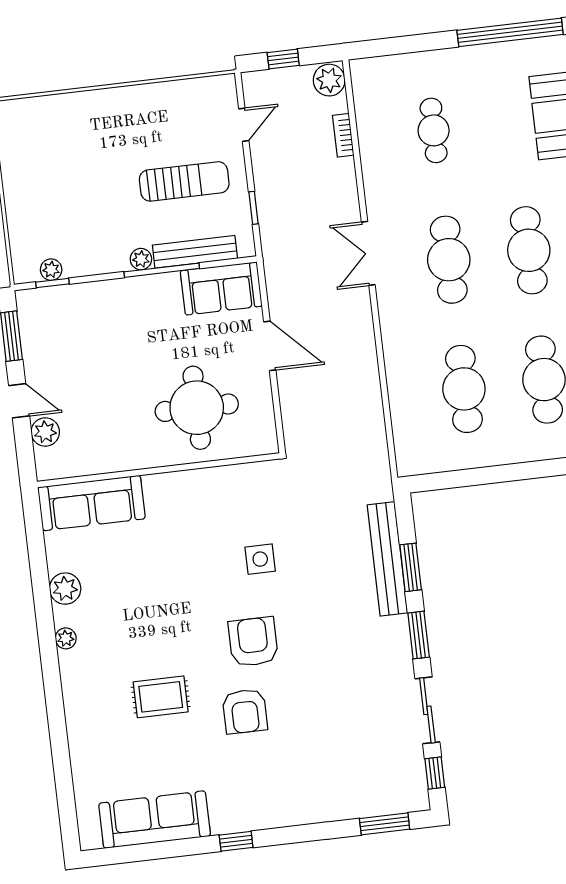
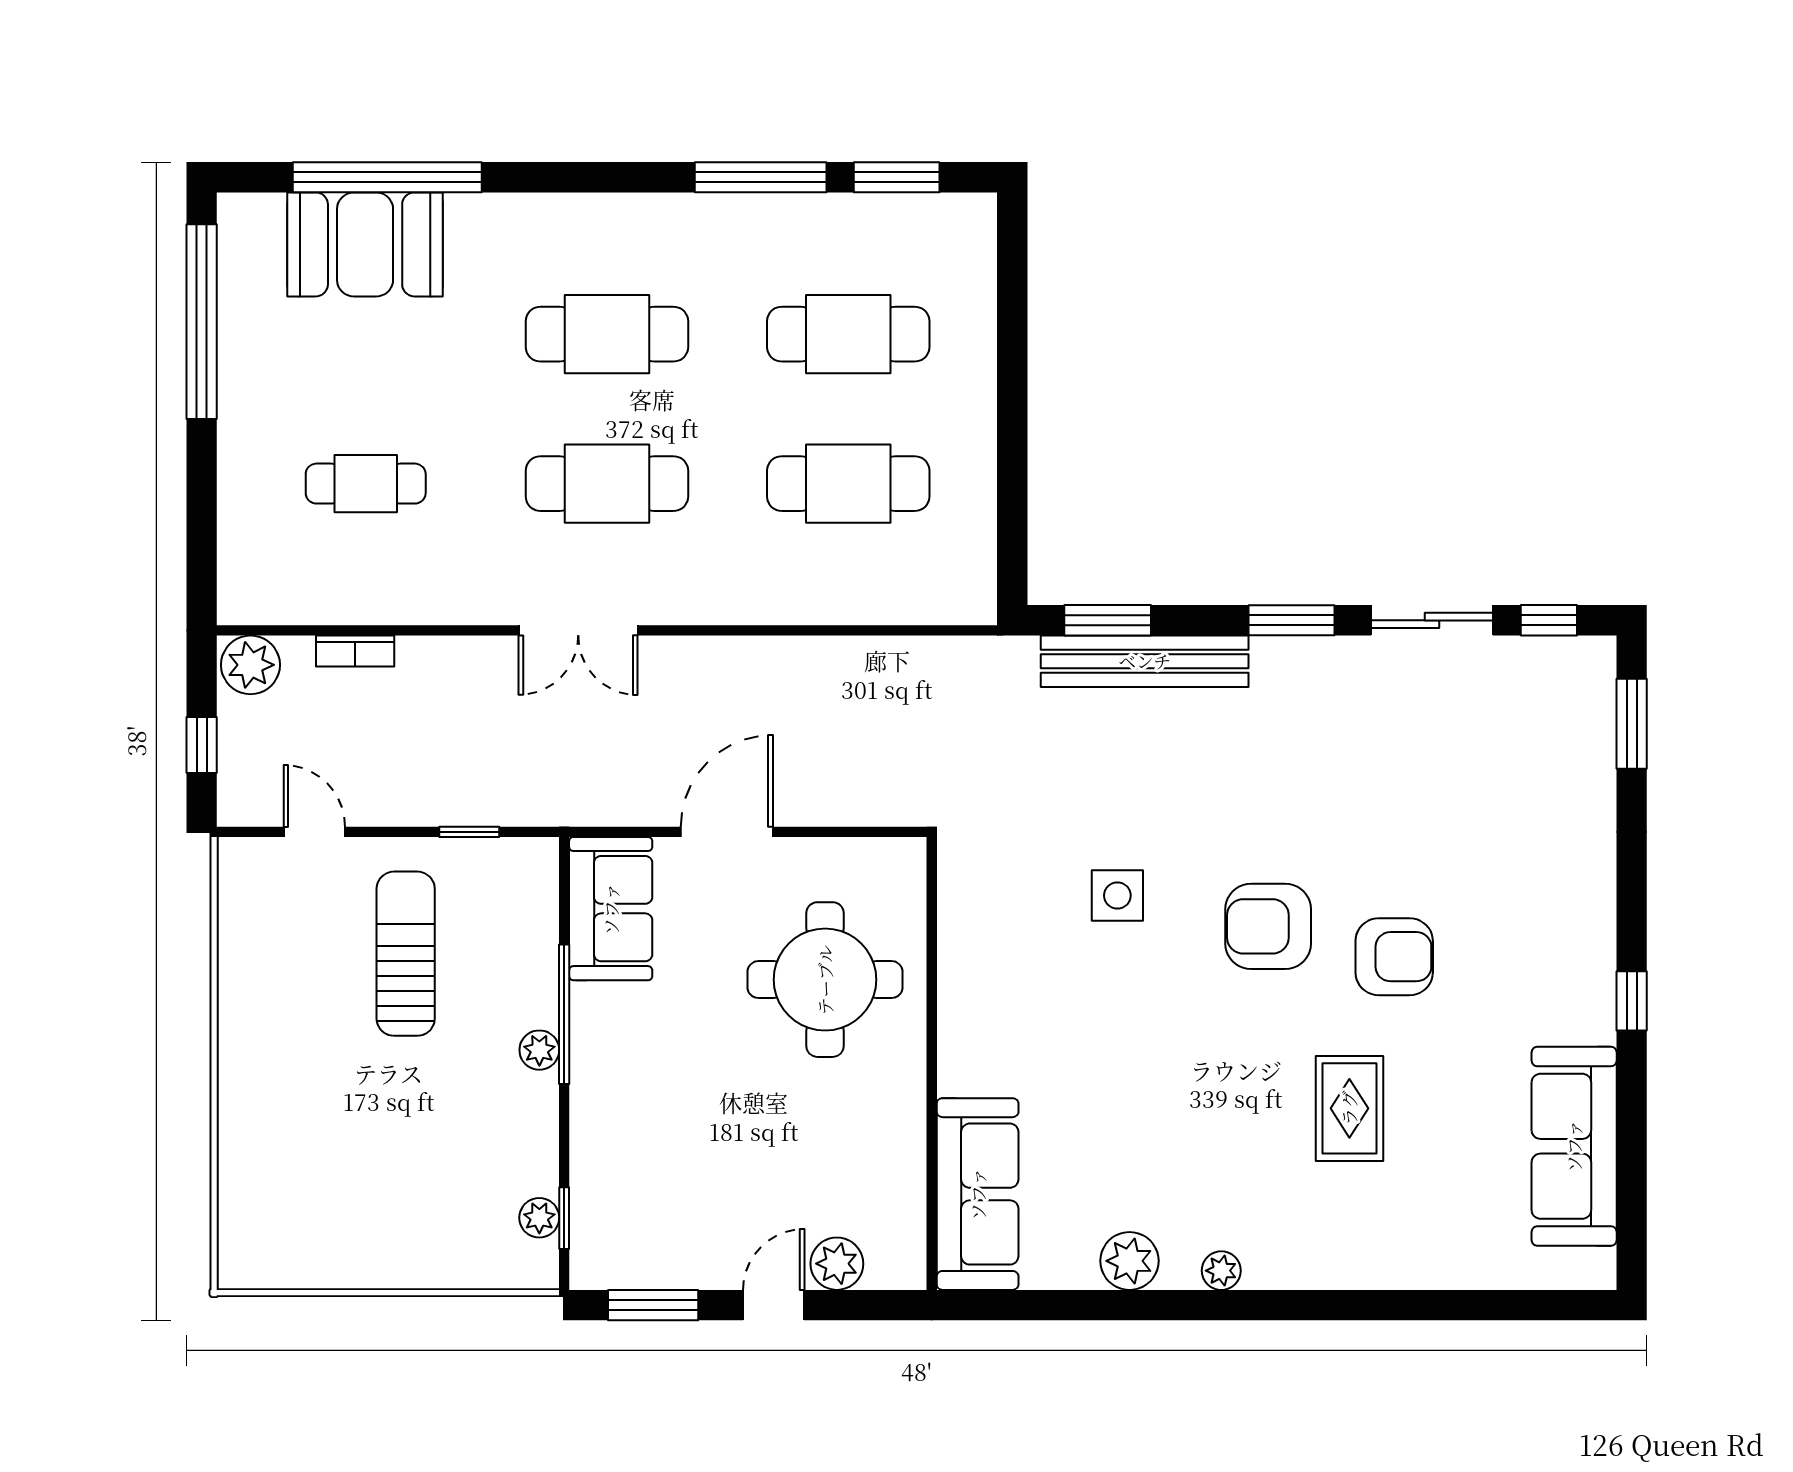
bench: (195, 252) -> (538, 949), removed
window: (411, 567) -> (1108, 620), moved

